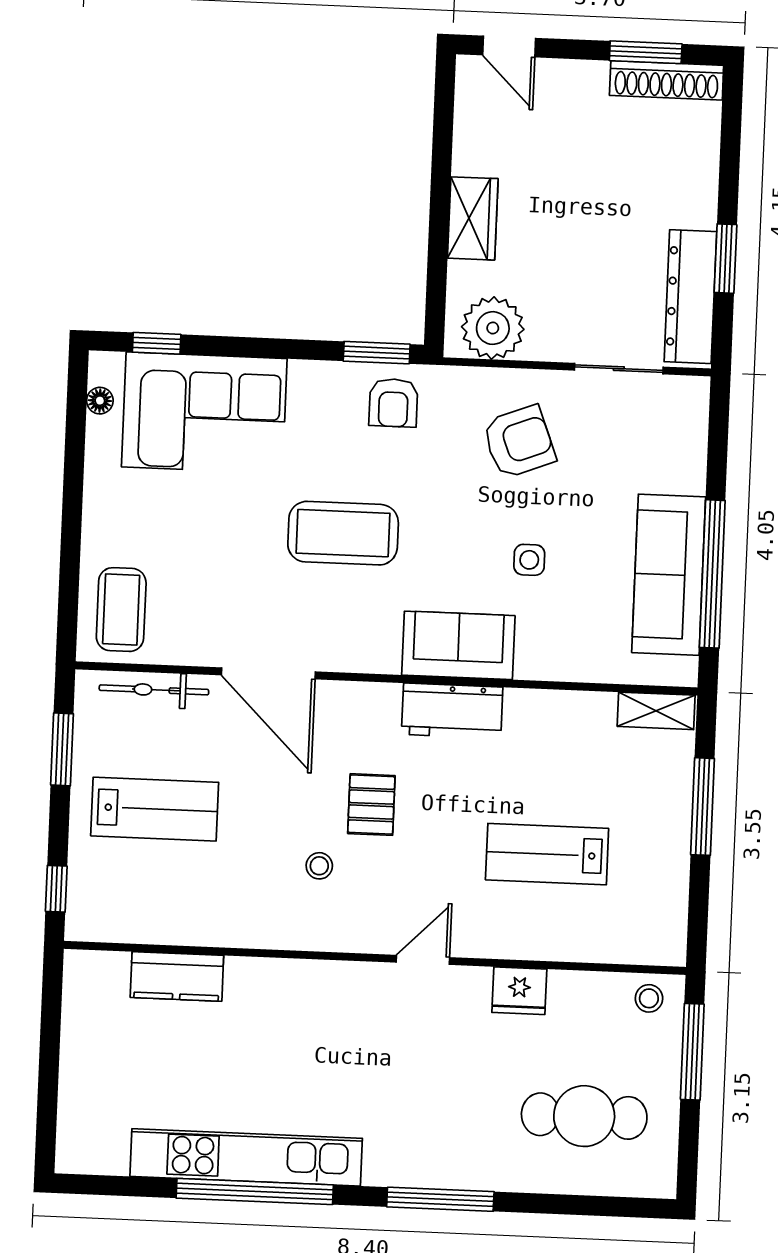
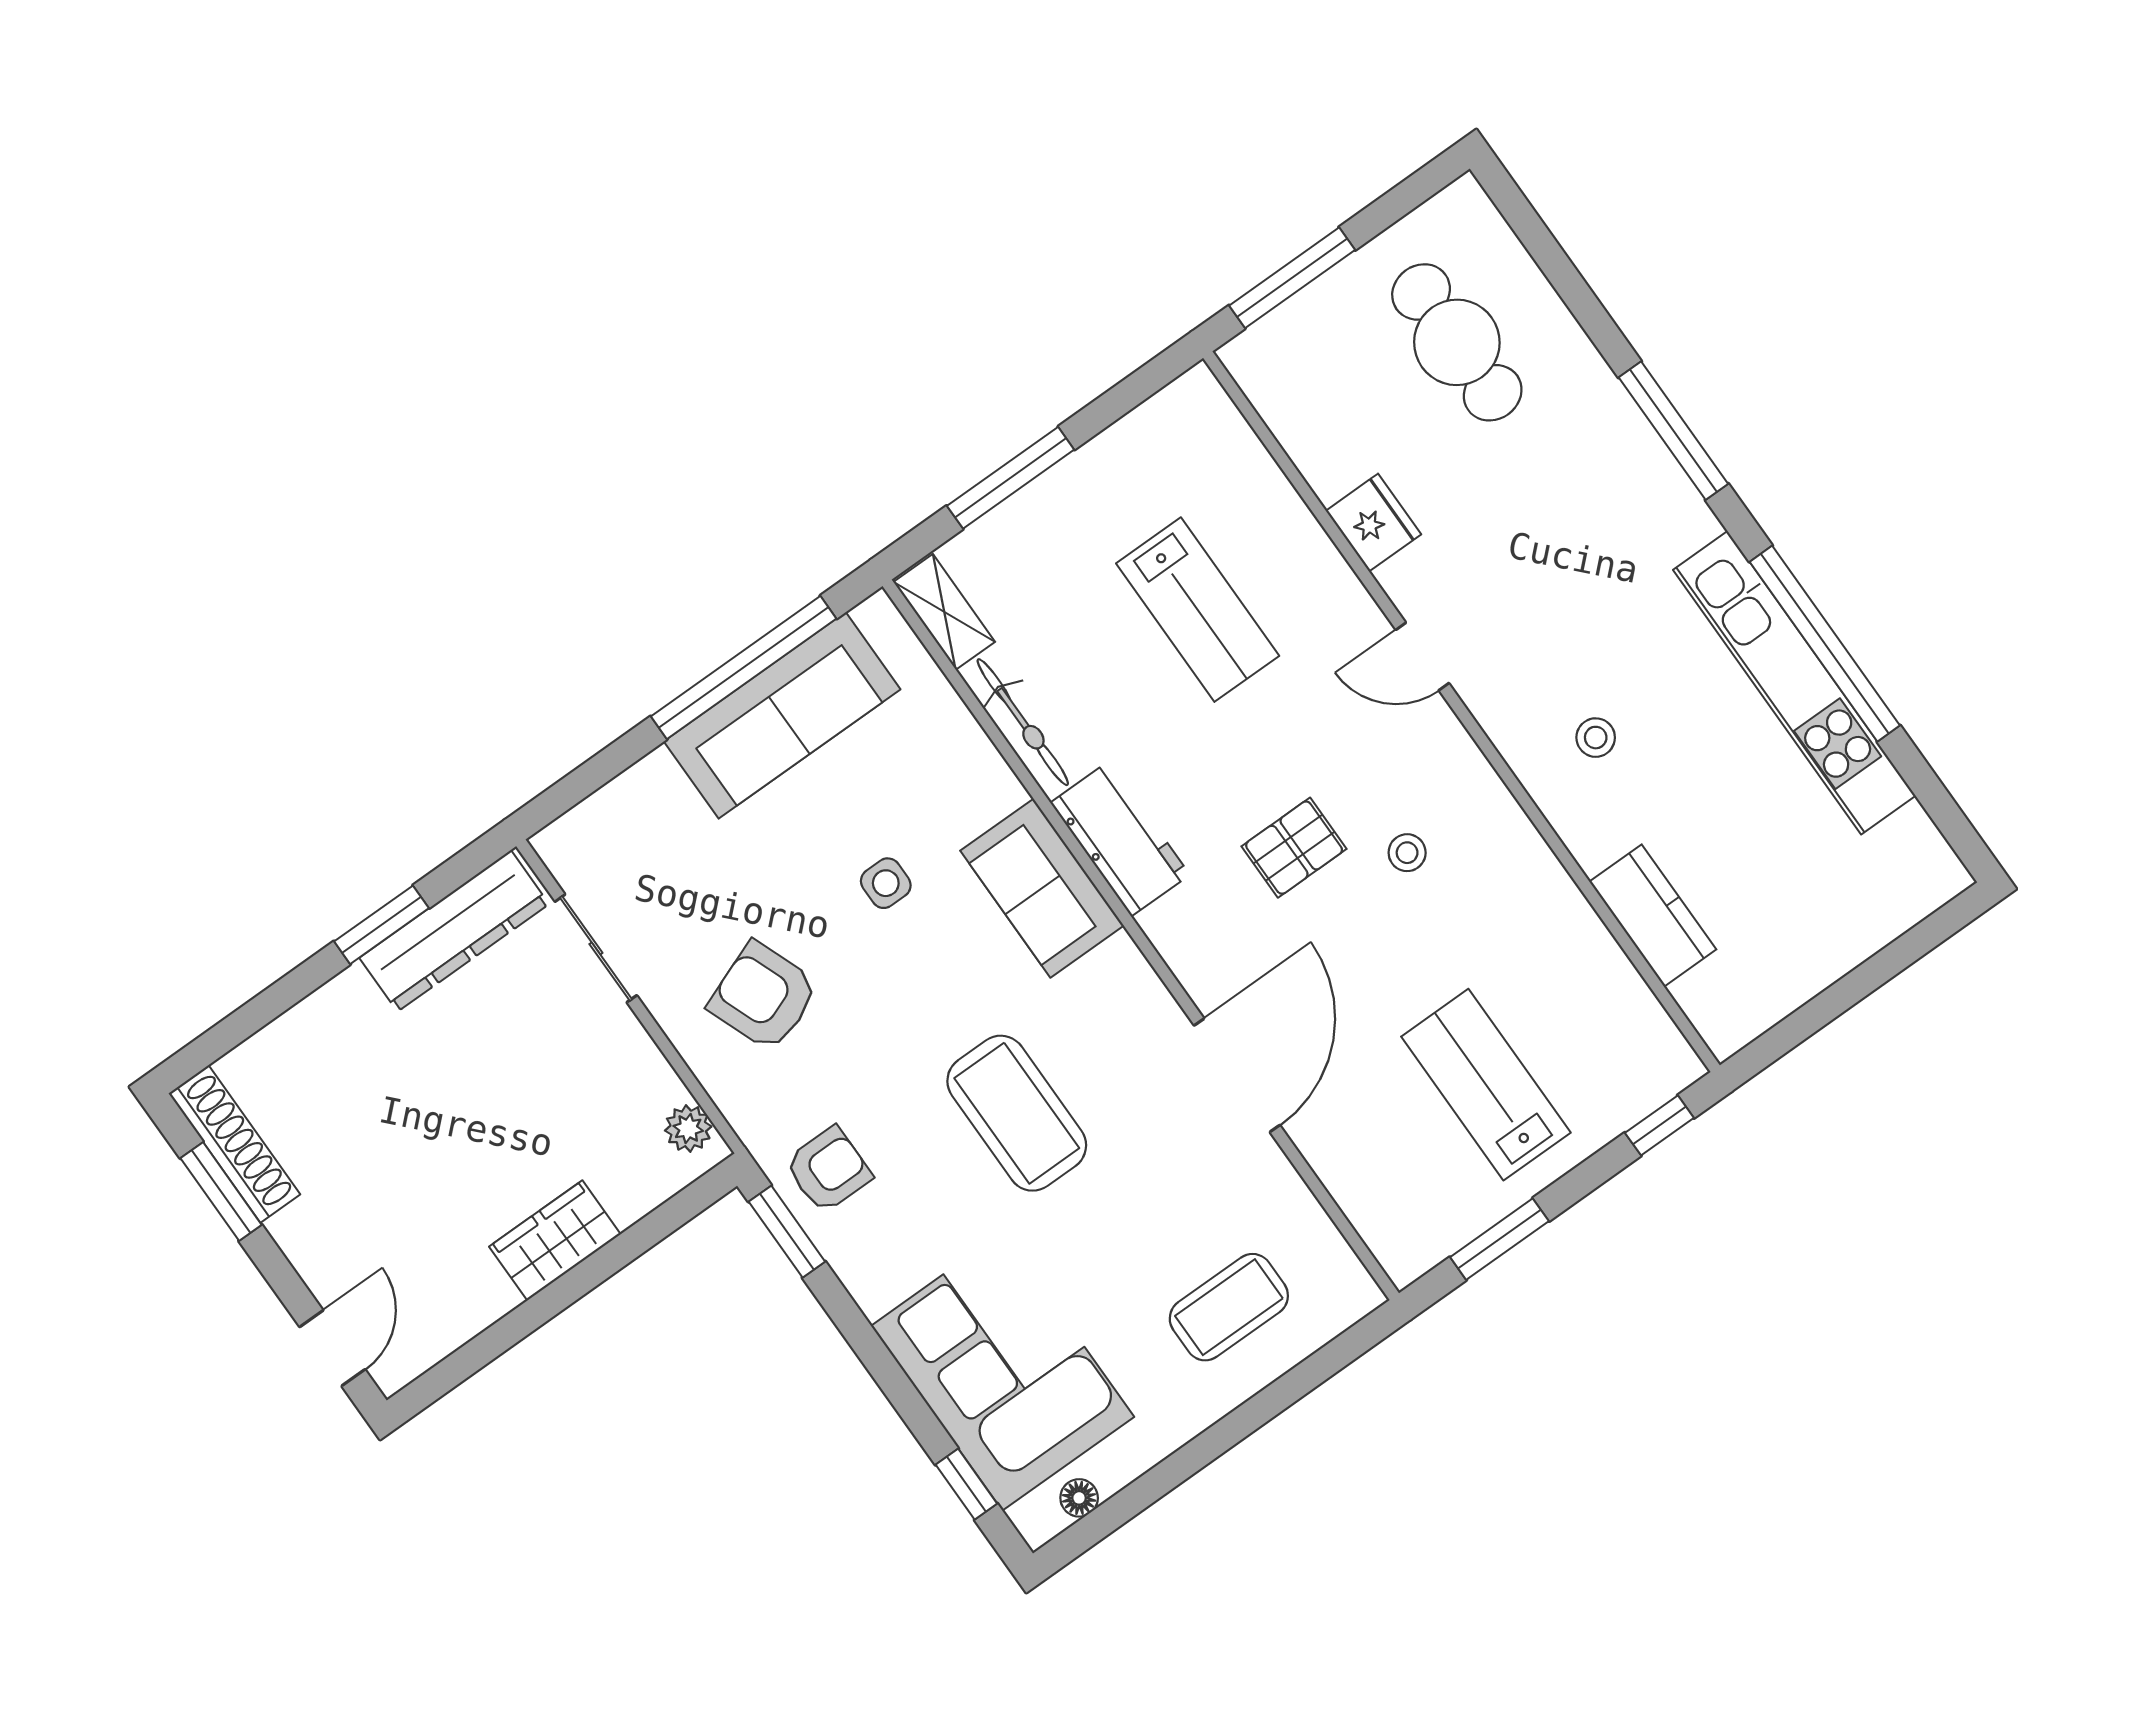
plant: (493, 328) -> (688, 1128), width x0.53, depth x0.53
coffee table: (121, 610) -> (1229, 1307), moved
bicycle: (154, 690) -> (1023, 722), moved
stool: (649, 998) -> (1596, 738), moved

